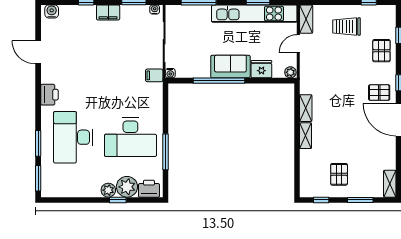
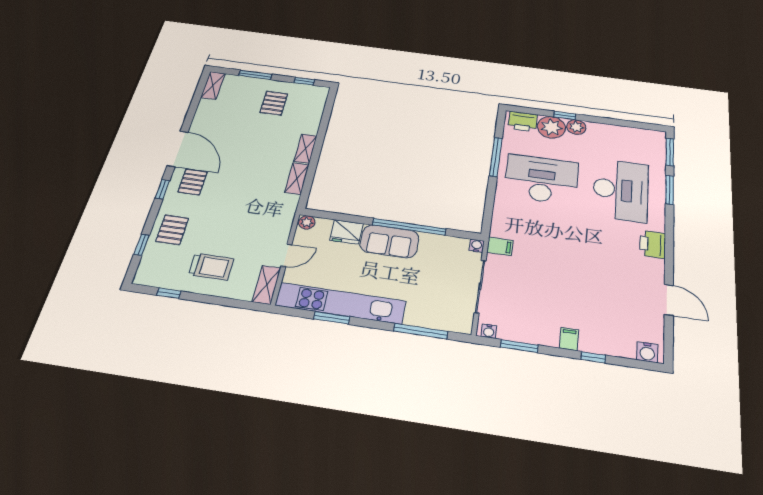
filing cabinet: (108, 12) -> (569, 339), width x0.50
pallet: (379, 93) -> (193, 182), turned 90

